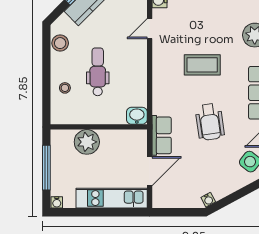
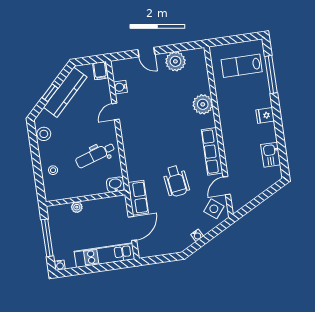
coffee table: (202, 65) -> (163, 135), removed
dental chair: (98, 72) -> (95, 155), moved, turned -108
plant: (87, 142) -> (77, 207), width x0.53, depth x0.53
water cooler: (208, 200) -> (197, 235), moved

